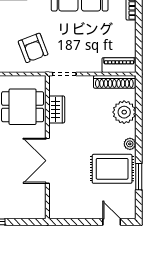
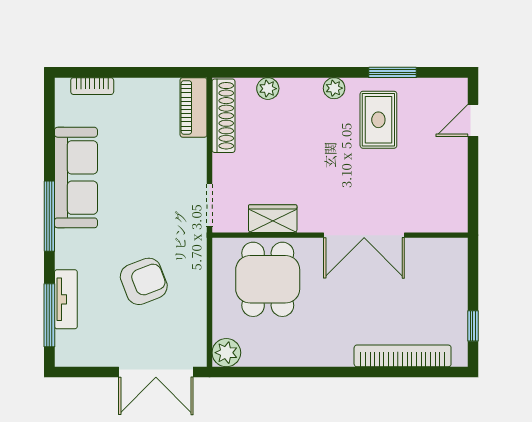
armchair: (33, 48) -> (144, 281), moved
plant: (124, 112) -> (268, 89), width x0.53, depth x0.53
rug: (112, 169) -> (378, 120), width x0.73, depth x0.70

